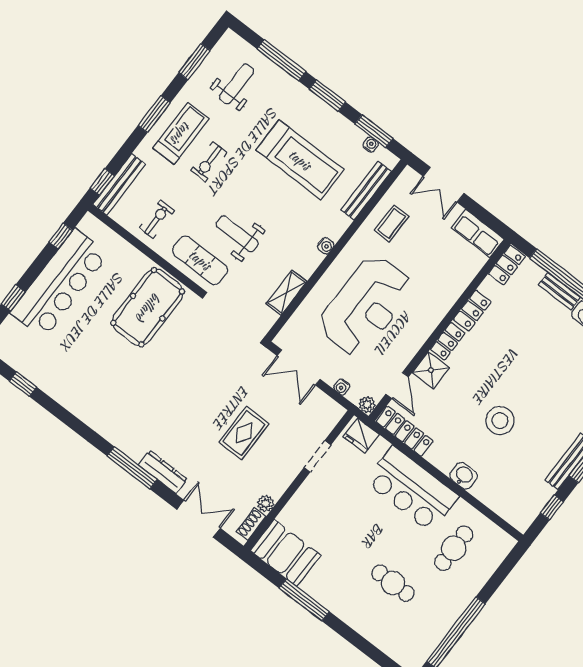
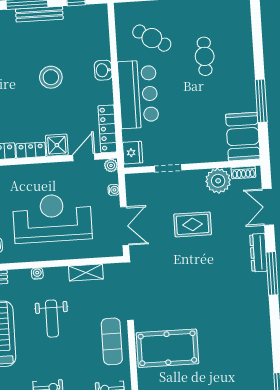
weight bench: (237, 234) -> (52, 319), moved
plant: (266, 504) -> (218, 181), width x1.87, depth x1.87
cafe table: (454, 548) -> (152, 38), turned 31

